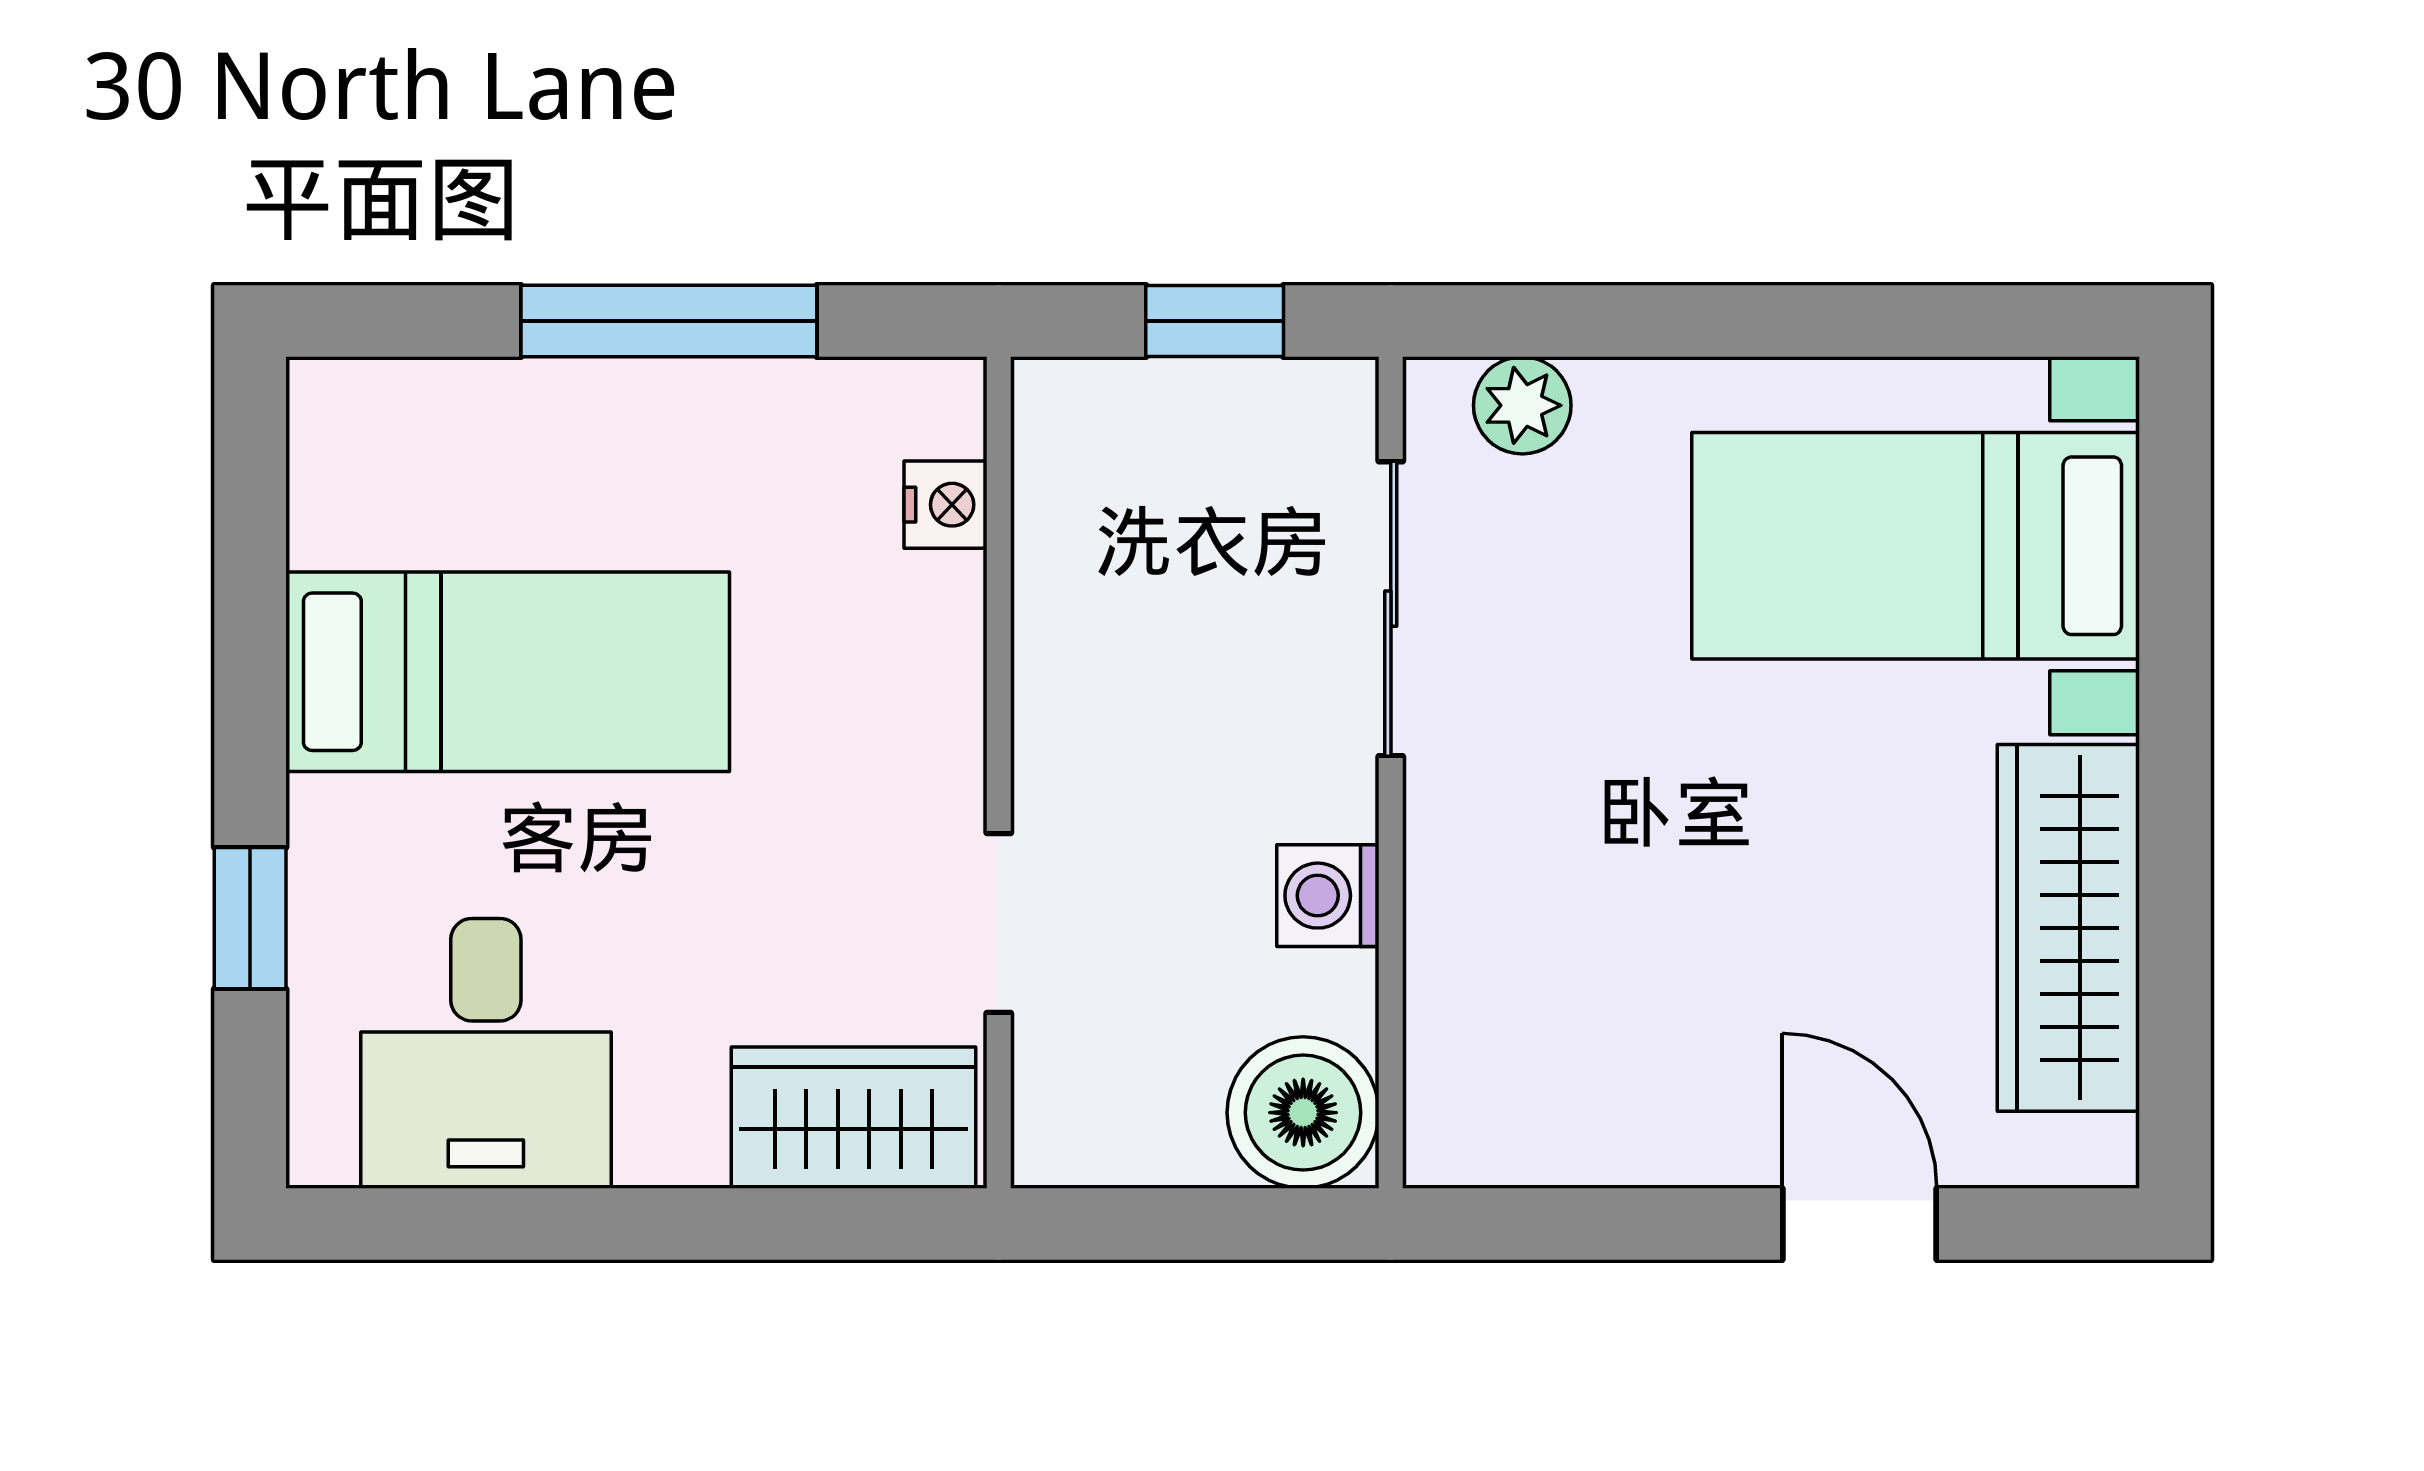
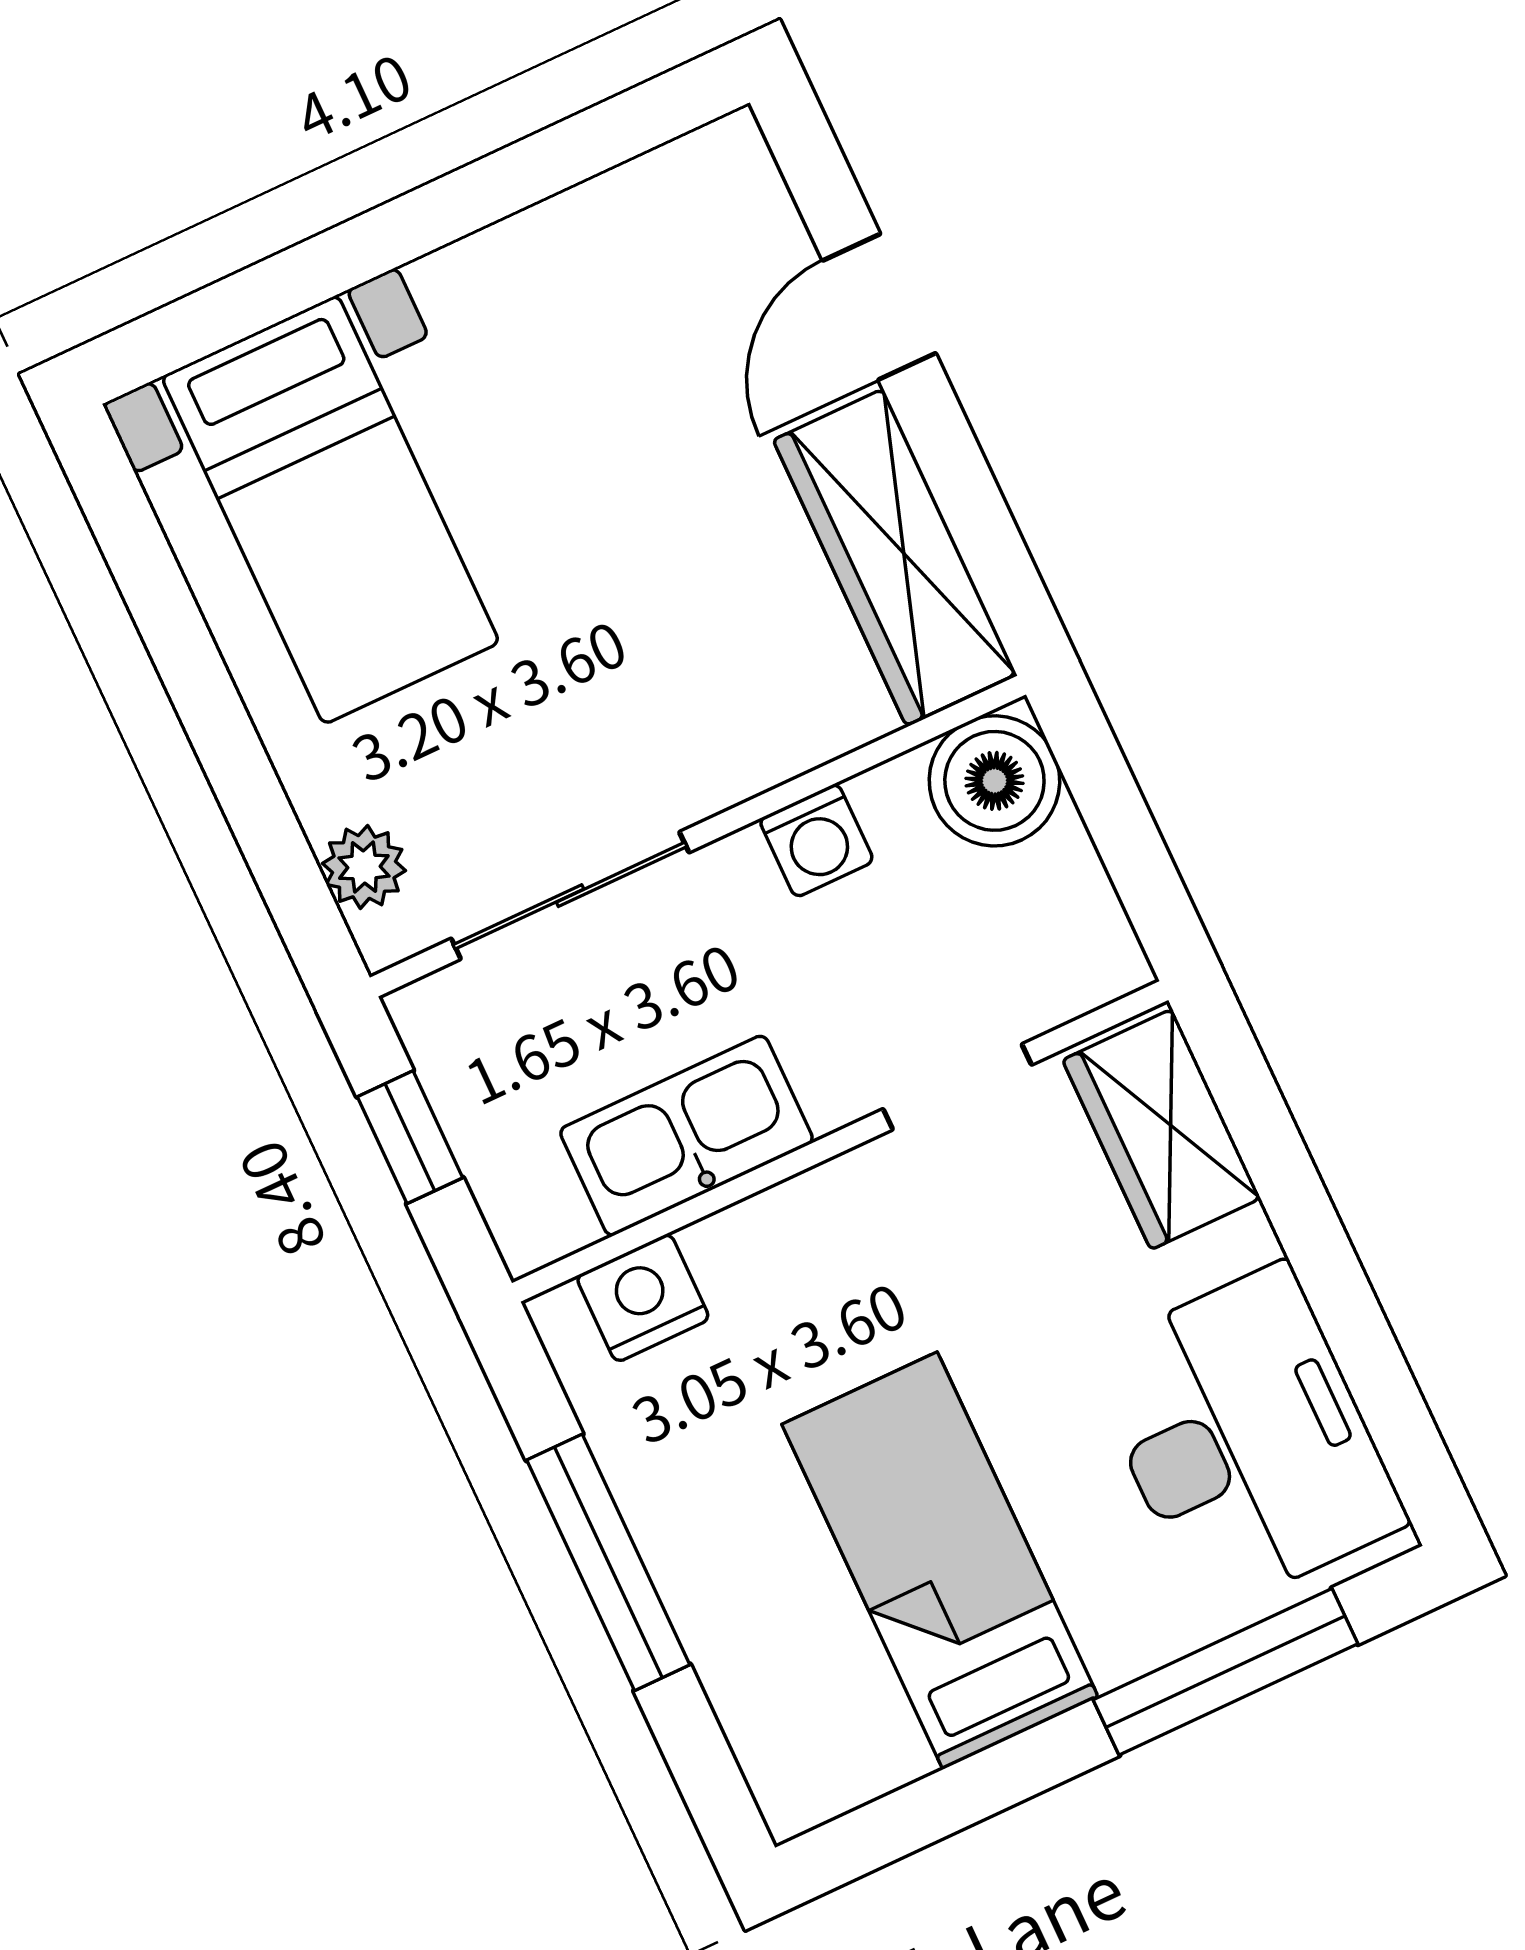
nightstand: (945, 505) -> (643, 1298), width x1.39, depth x1.35
kitchen sink: (1080, 613) -> (686, 1136), added
window: (250, 918) -> (1225, 1672), width x2.17
wardrobe: (2068, 928) -> (895, 557), moved, turned 90
desk: (486, 1053) -> (1245, 1439), width x1.37

